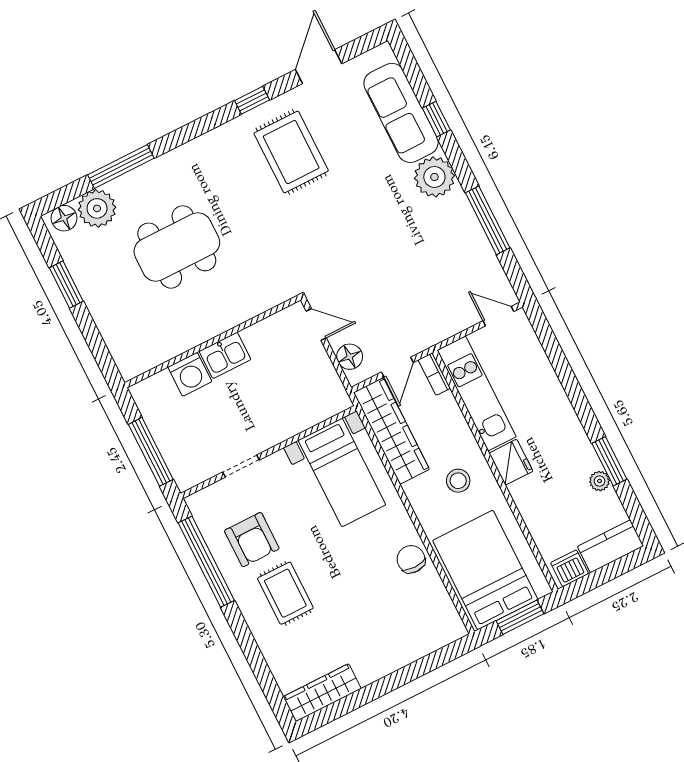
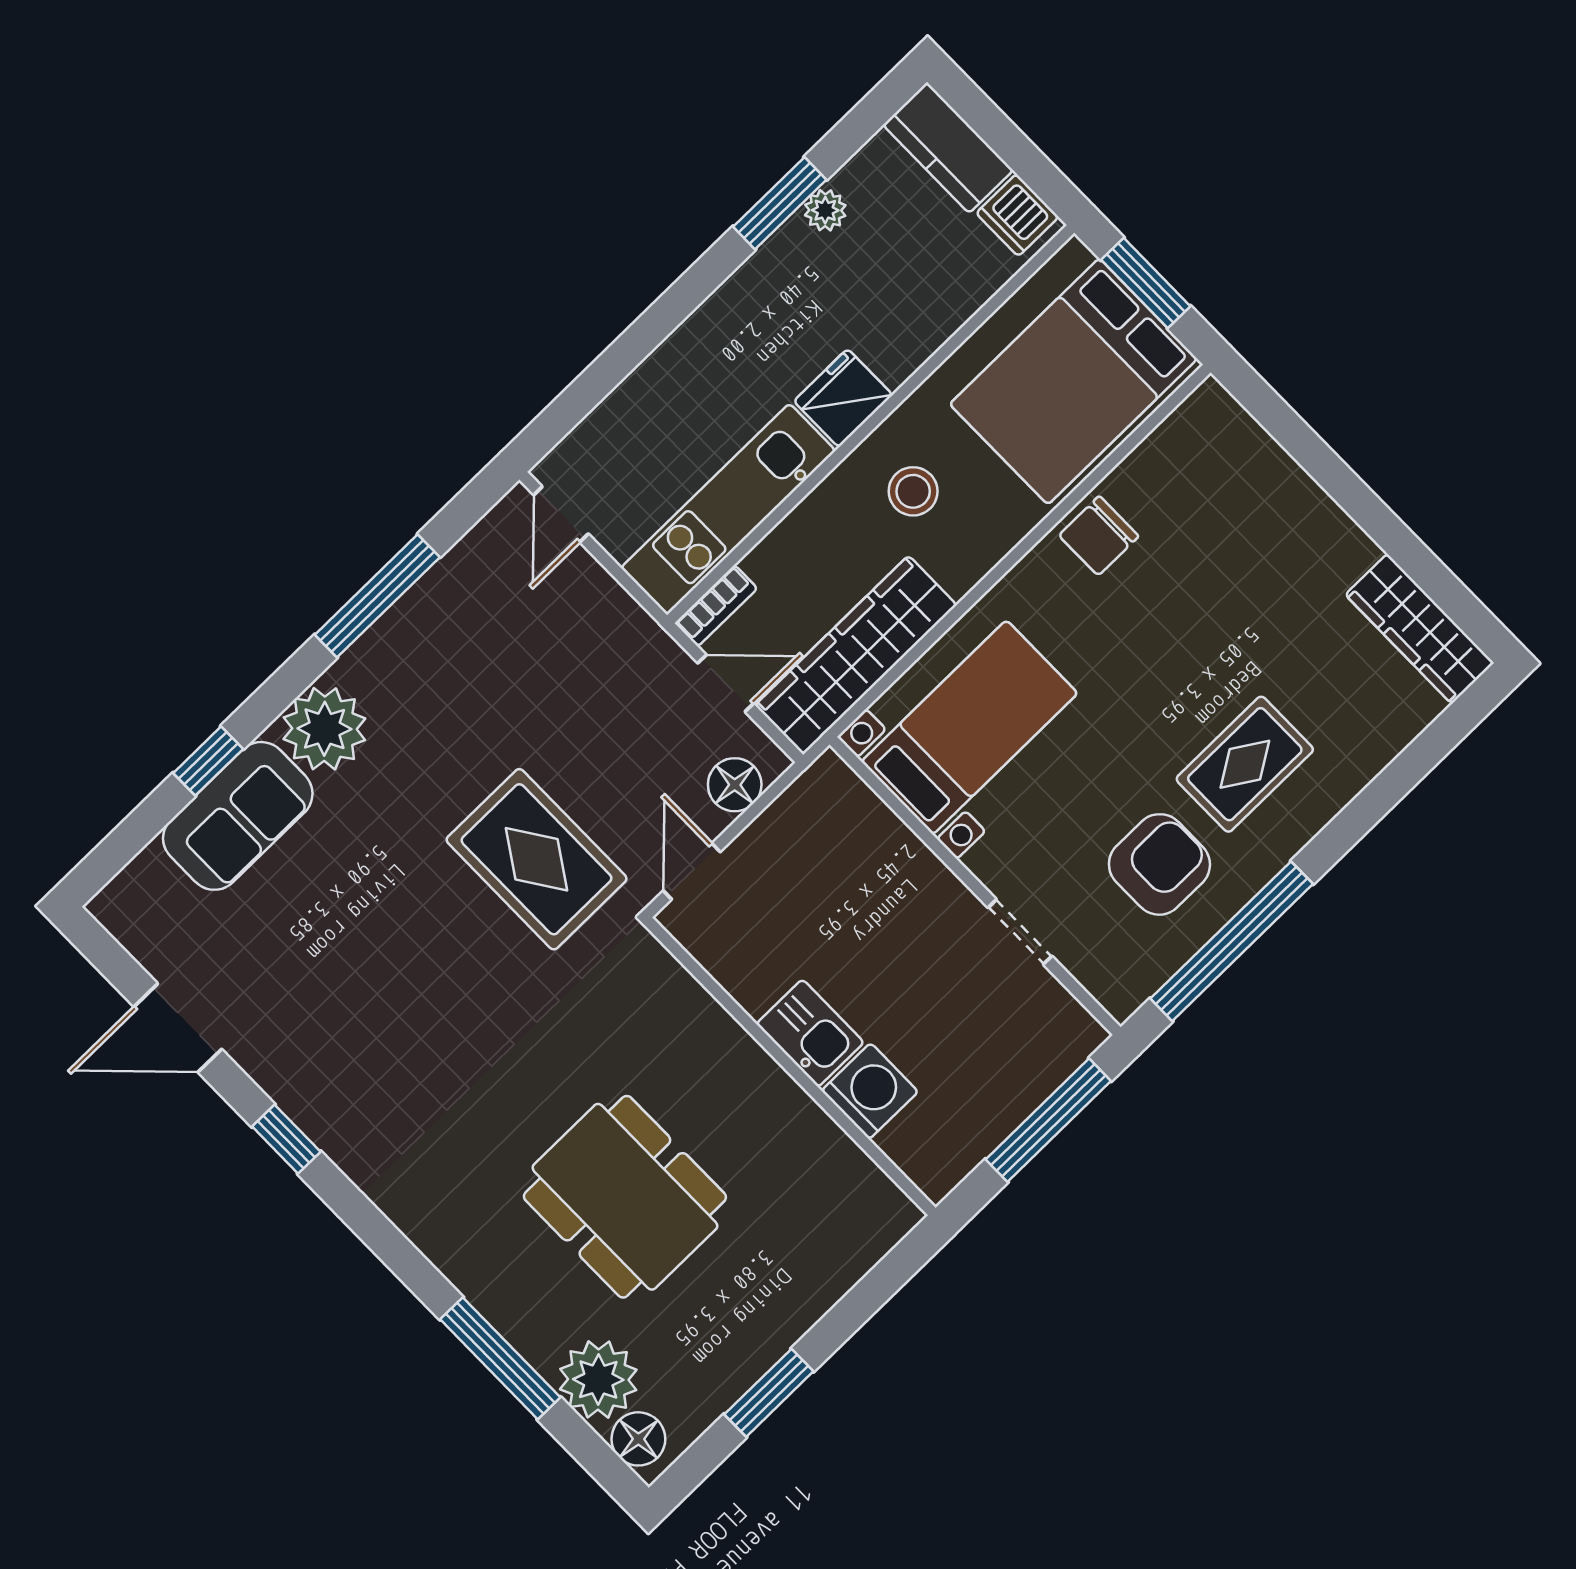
sofa: (401, 113) -> (238, 816), width x0.73
rug: (291, 152) -> (537, 859), moved, turned 90

